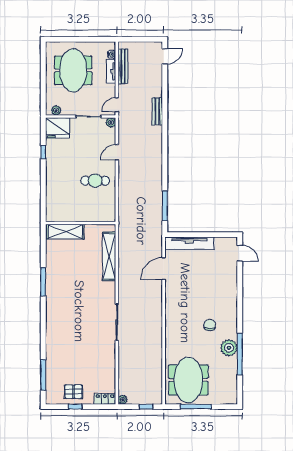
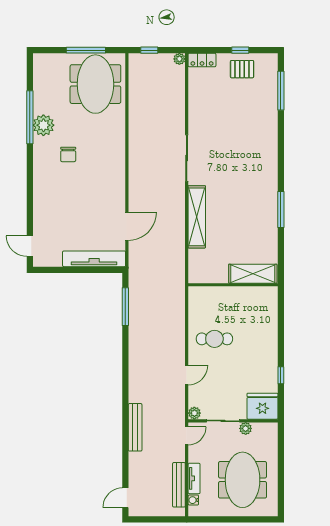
plant: (56, 110) -> (246, 428), moved
bench: (157, 111) -> (135, 427), width x1.36
shelving: (109, 256) -> (197, 217), moved

